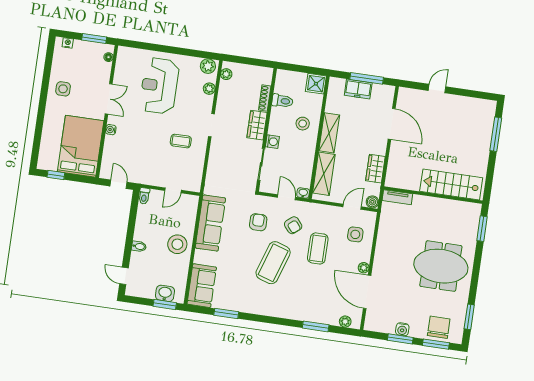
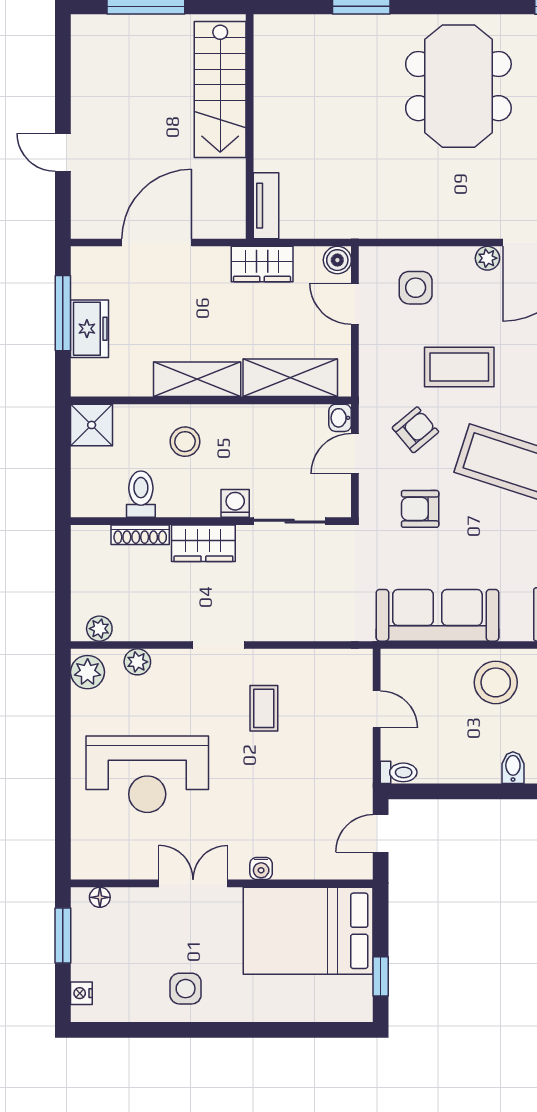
stairs: (451, 185) -> (220, 89), moved
wall: (433, 195) -> (250, 126), moved
tv unit: (397, 197) -> (266, 206), moved

